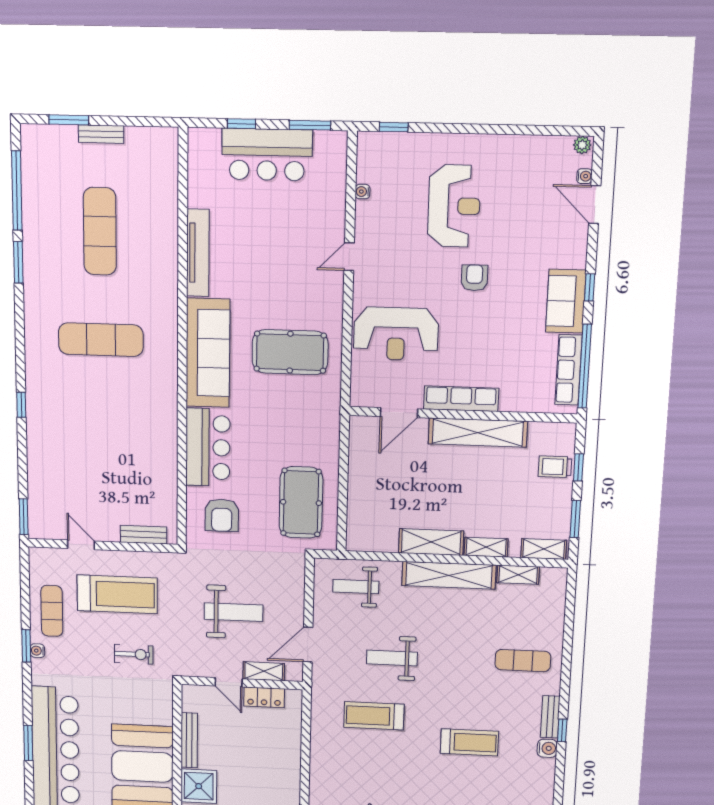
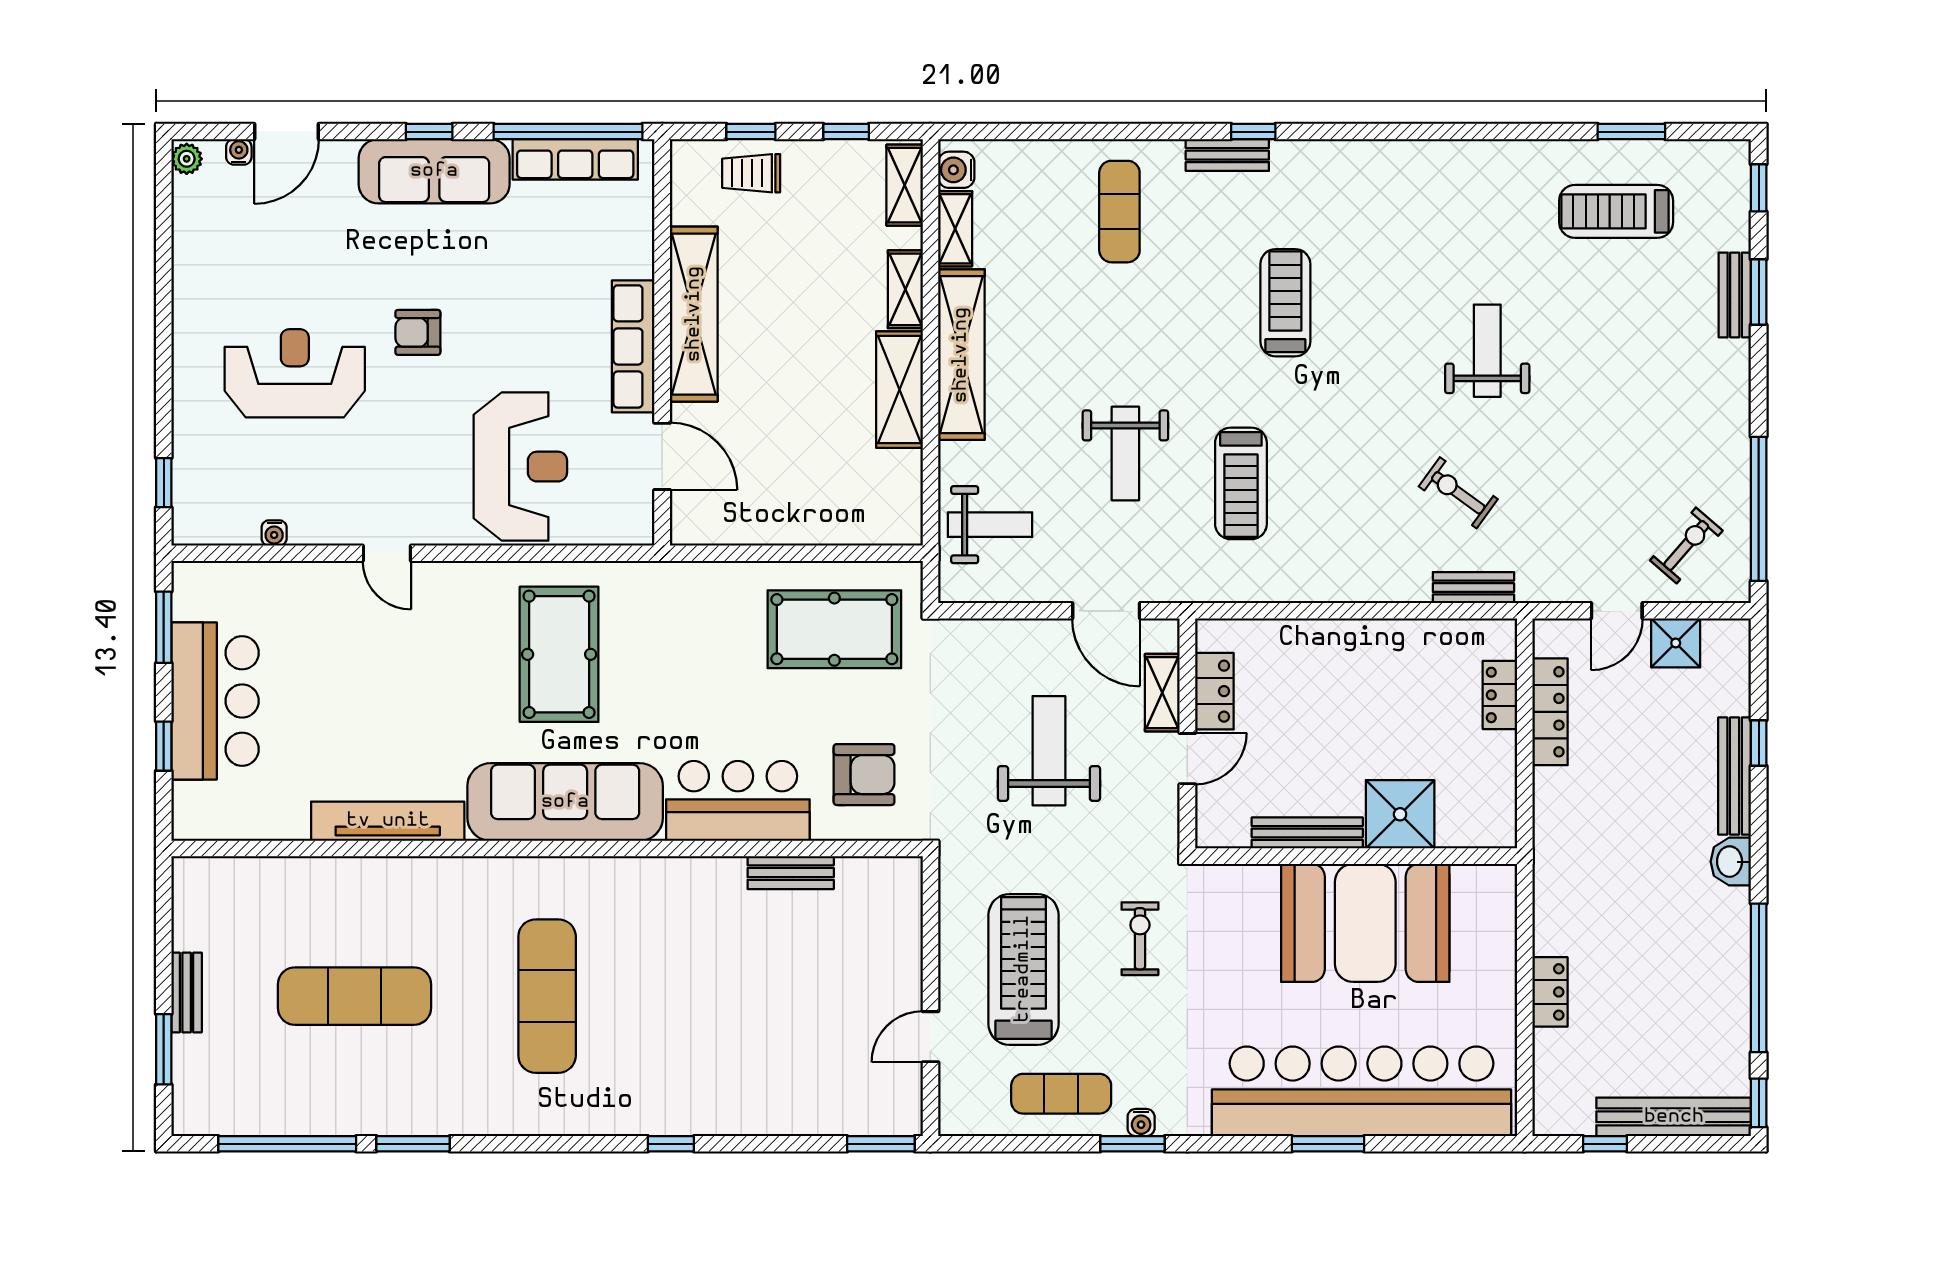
sofa: (566, 301) -> (434, 171), width x1.36
trolley: (555, 467) -> (751, 173), turned 90
window: (575, 519) -> (846, 132), width x0.67
bench: (144, 535) -> (791, 873), moved, turned 90
weight bench: (356, 587) -> (990, 525), turned -90
water cooler: (547, 748) -> (956, 170), moved, turned -90

